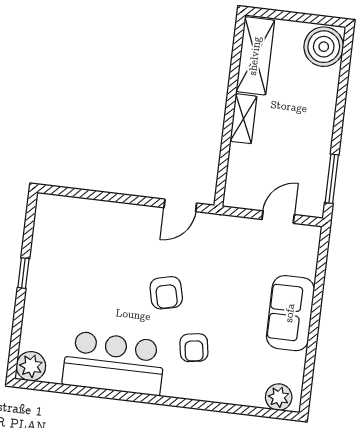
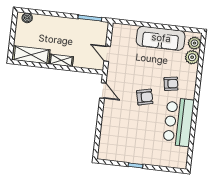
boiler: (324, 47) -> (27, 18), width x0.54, depth x0.54
door: (278, 217) -> (107, 54), moved
sofa: (290, 313) -> (161, 38), width x1.36
plant: (31, 366) -> (192, 57), moved

